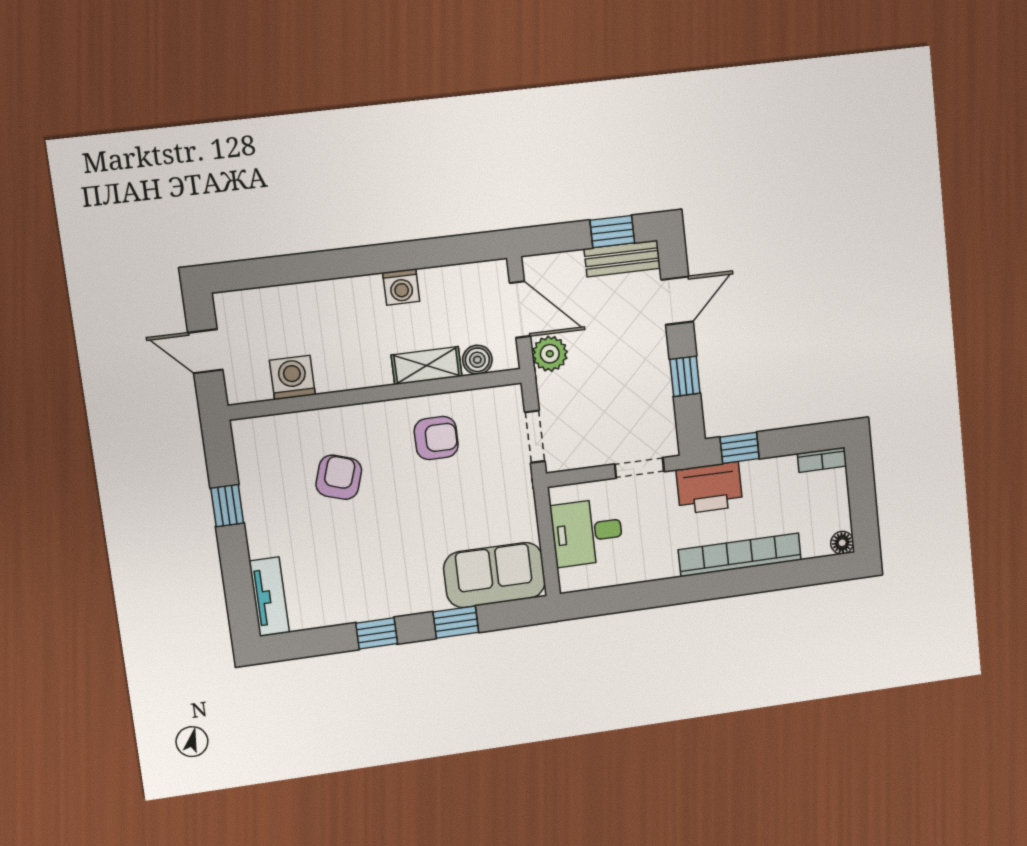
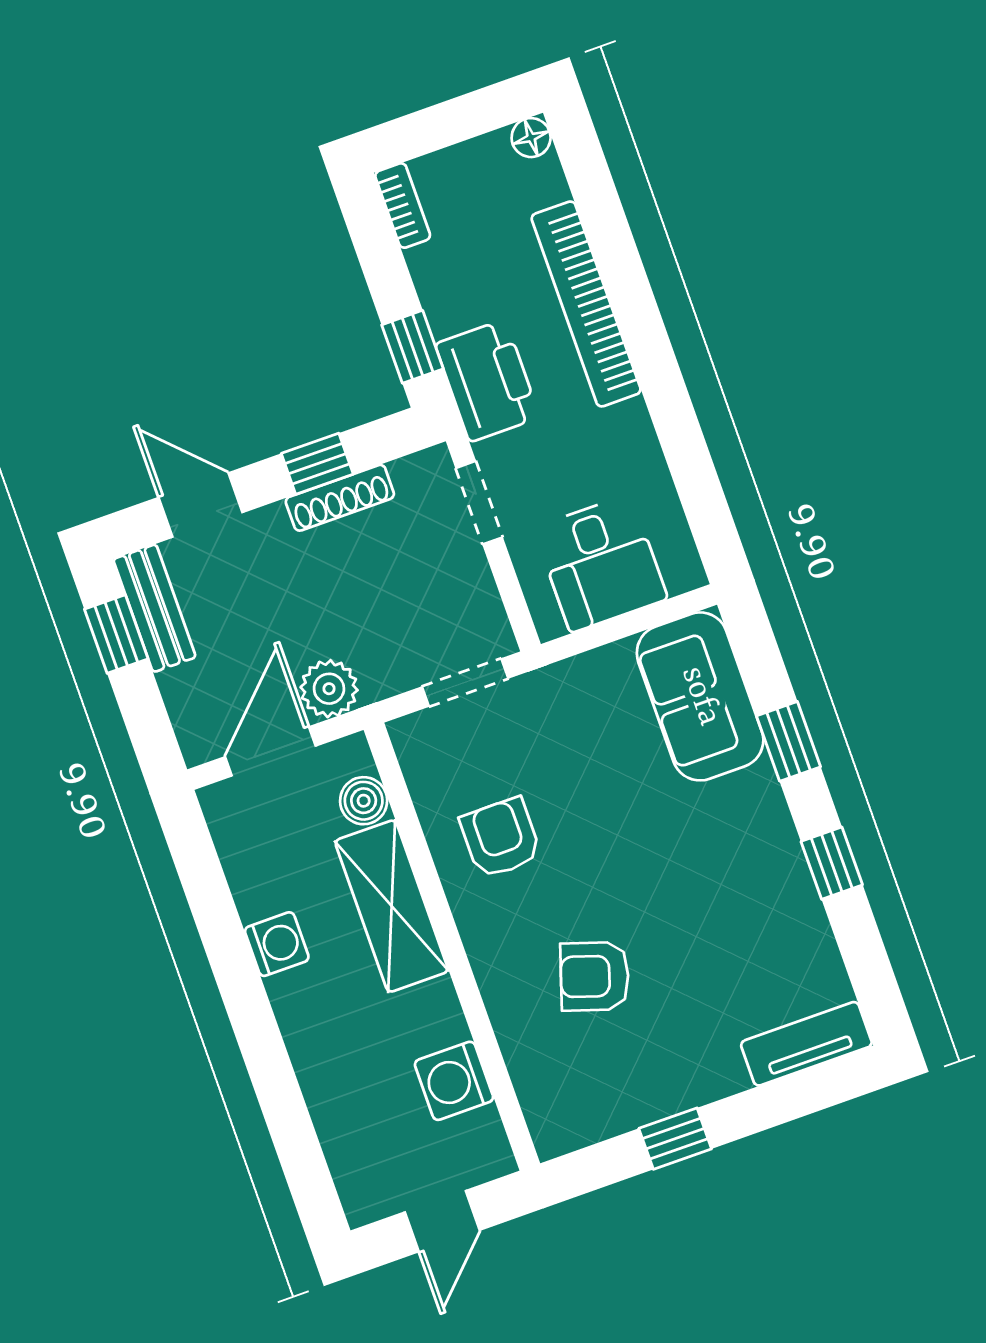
shelving: (427, 366) -> (392, 906), width x1.50, depth x1.33
shoe rack: (662, 385) -> (340, 498), added

